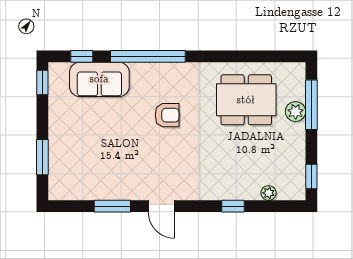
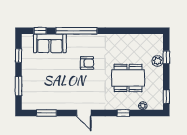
window: (42, 83) -> (19, 56), moved
dining table: (246, 100) -> (128, 78), moved
window: (311, 105) -> (166, 57), width x0.46
window: (112, 206) -> (46, 113), moved

